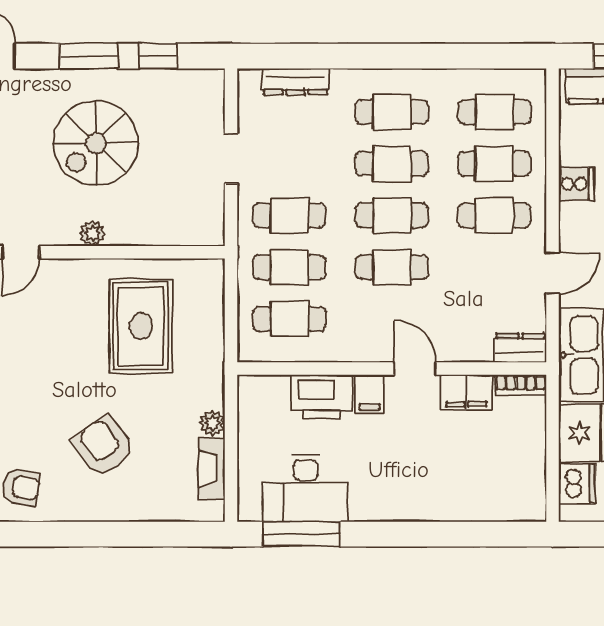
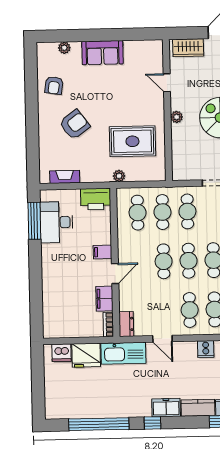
printer: (322, 397) -> (96, 199), moved, turned -90
plant: (212, 423) -> (119, 176), moved

